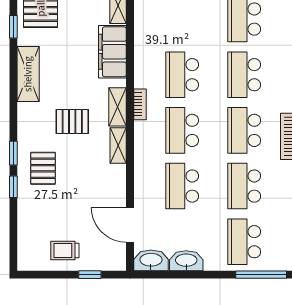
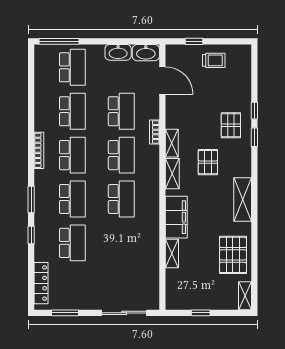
window: (13, 27) -> (254, 237), removed
bookcase: (140, 104) -> (155, 132), moved
pallet: (72, 122) -> (208, 162), turned 90

